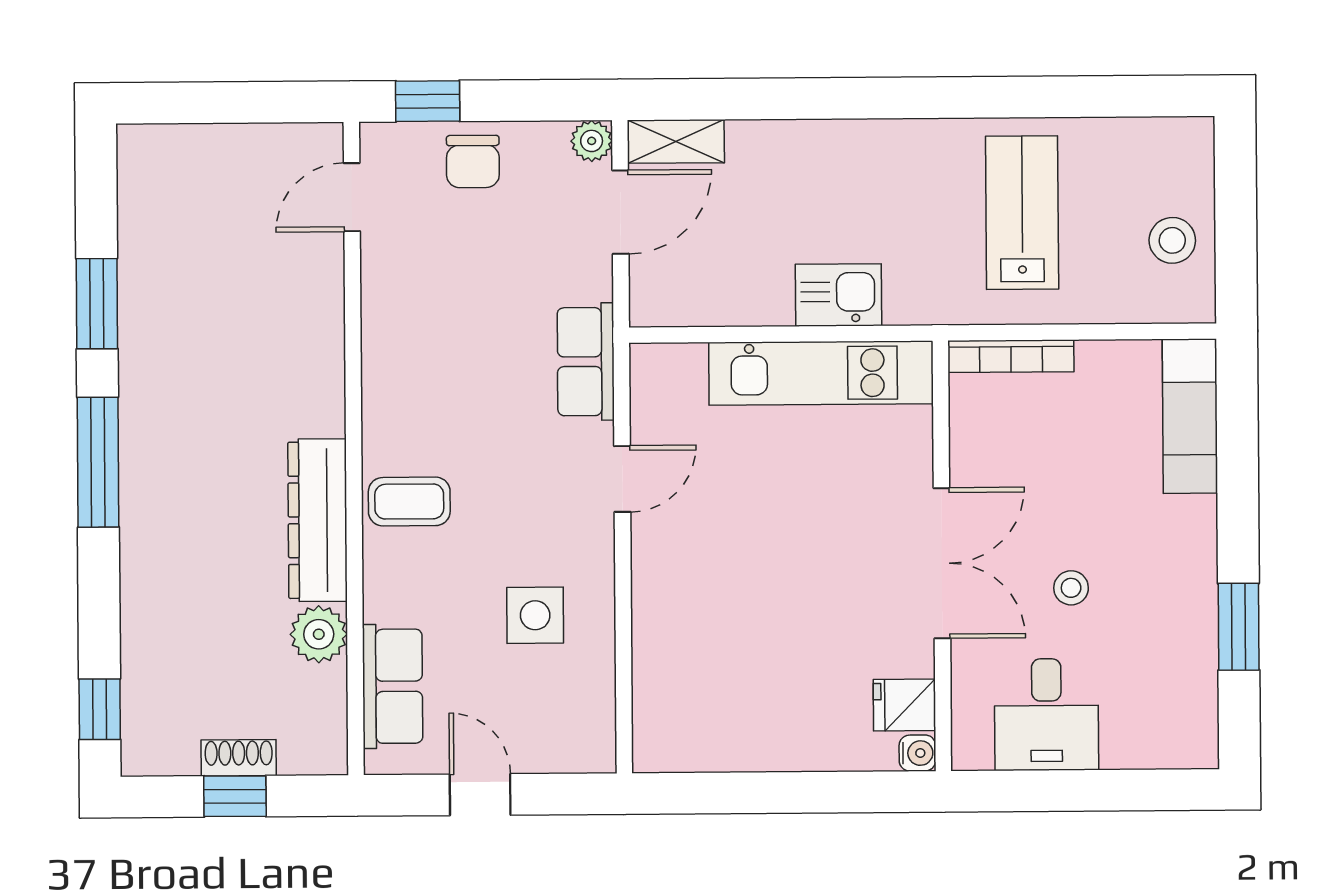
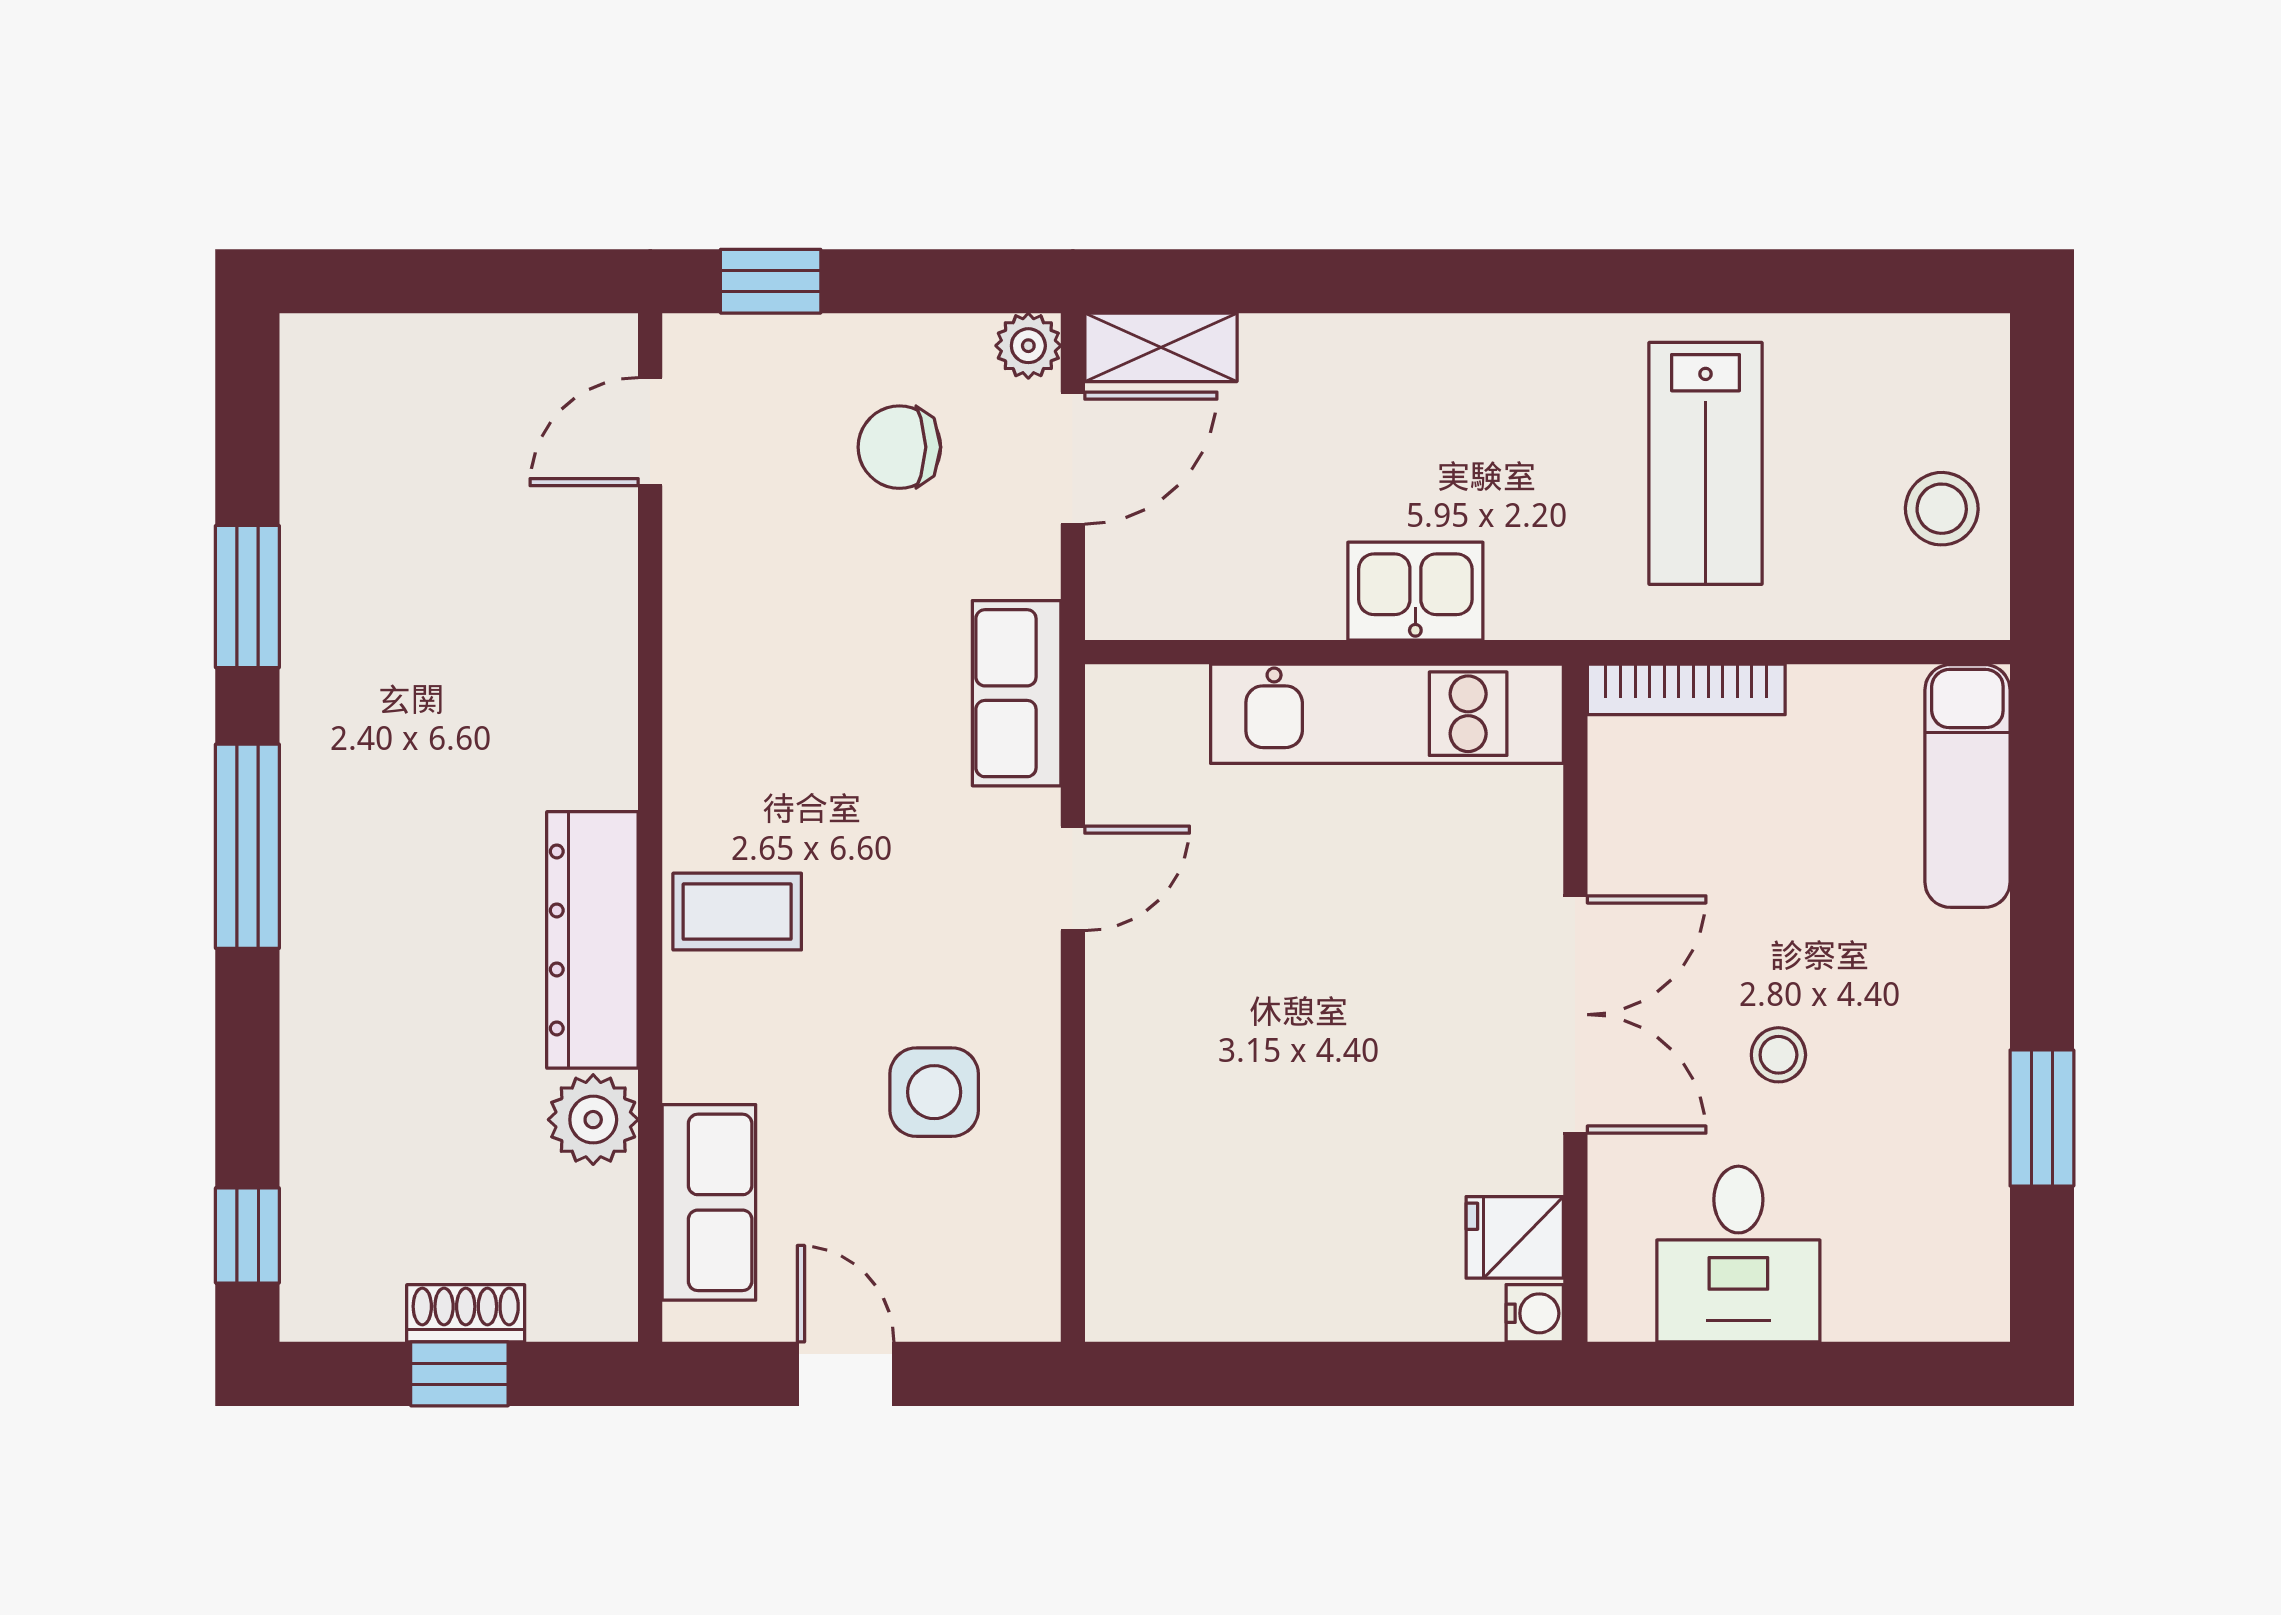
chair: (473, 161) -> (899, 447), moved, turned 90
lab bench: (1022, 213) -> (1706, 463), turned 180

